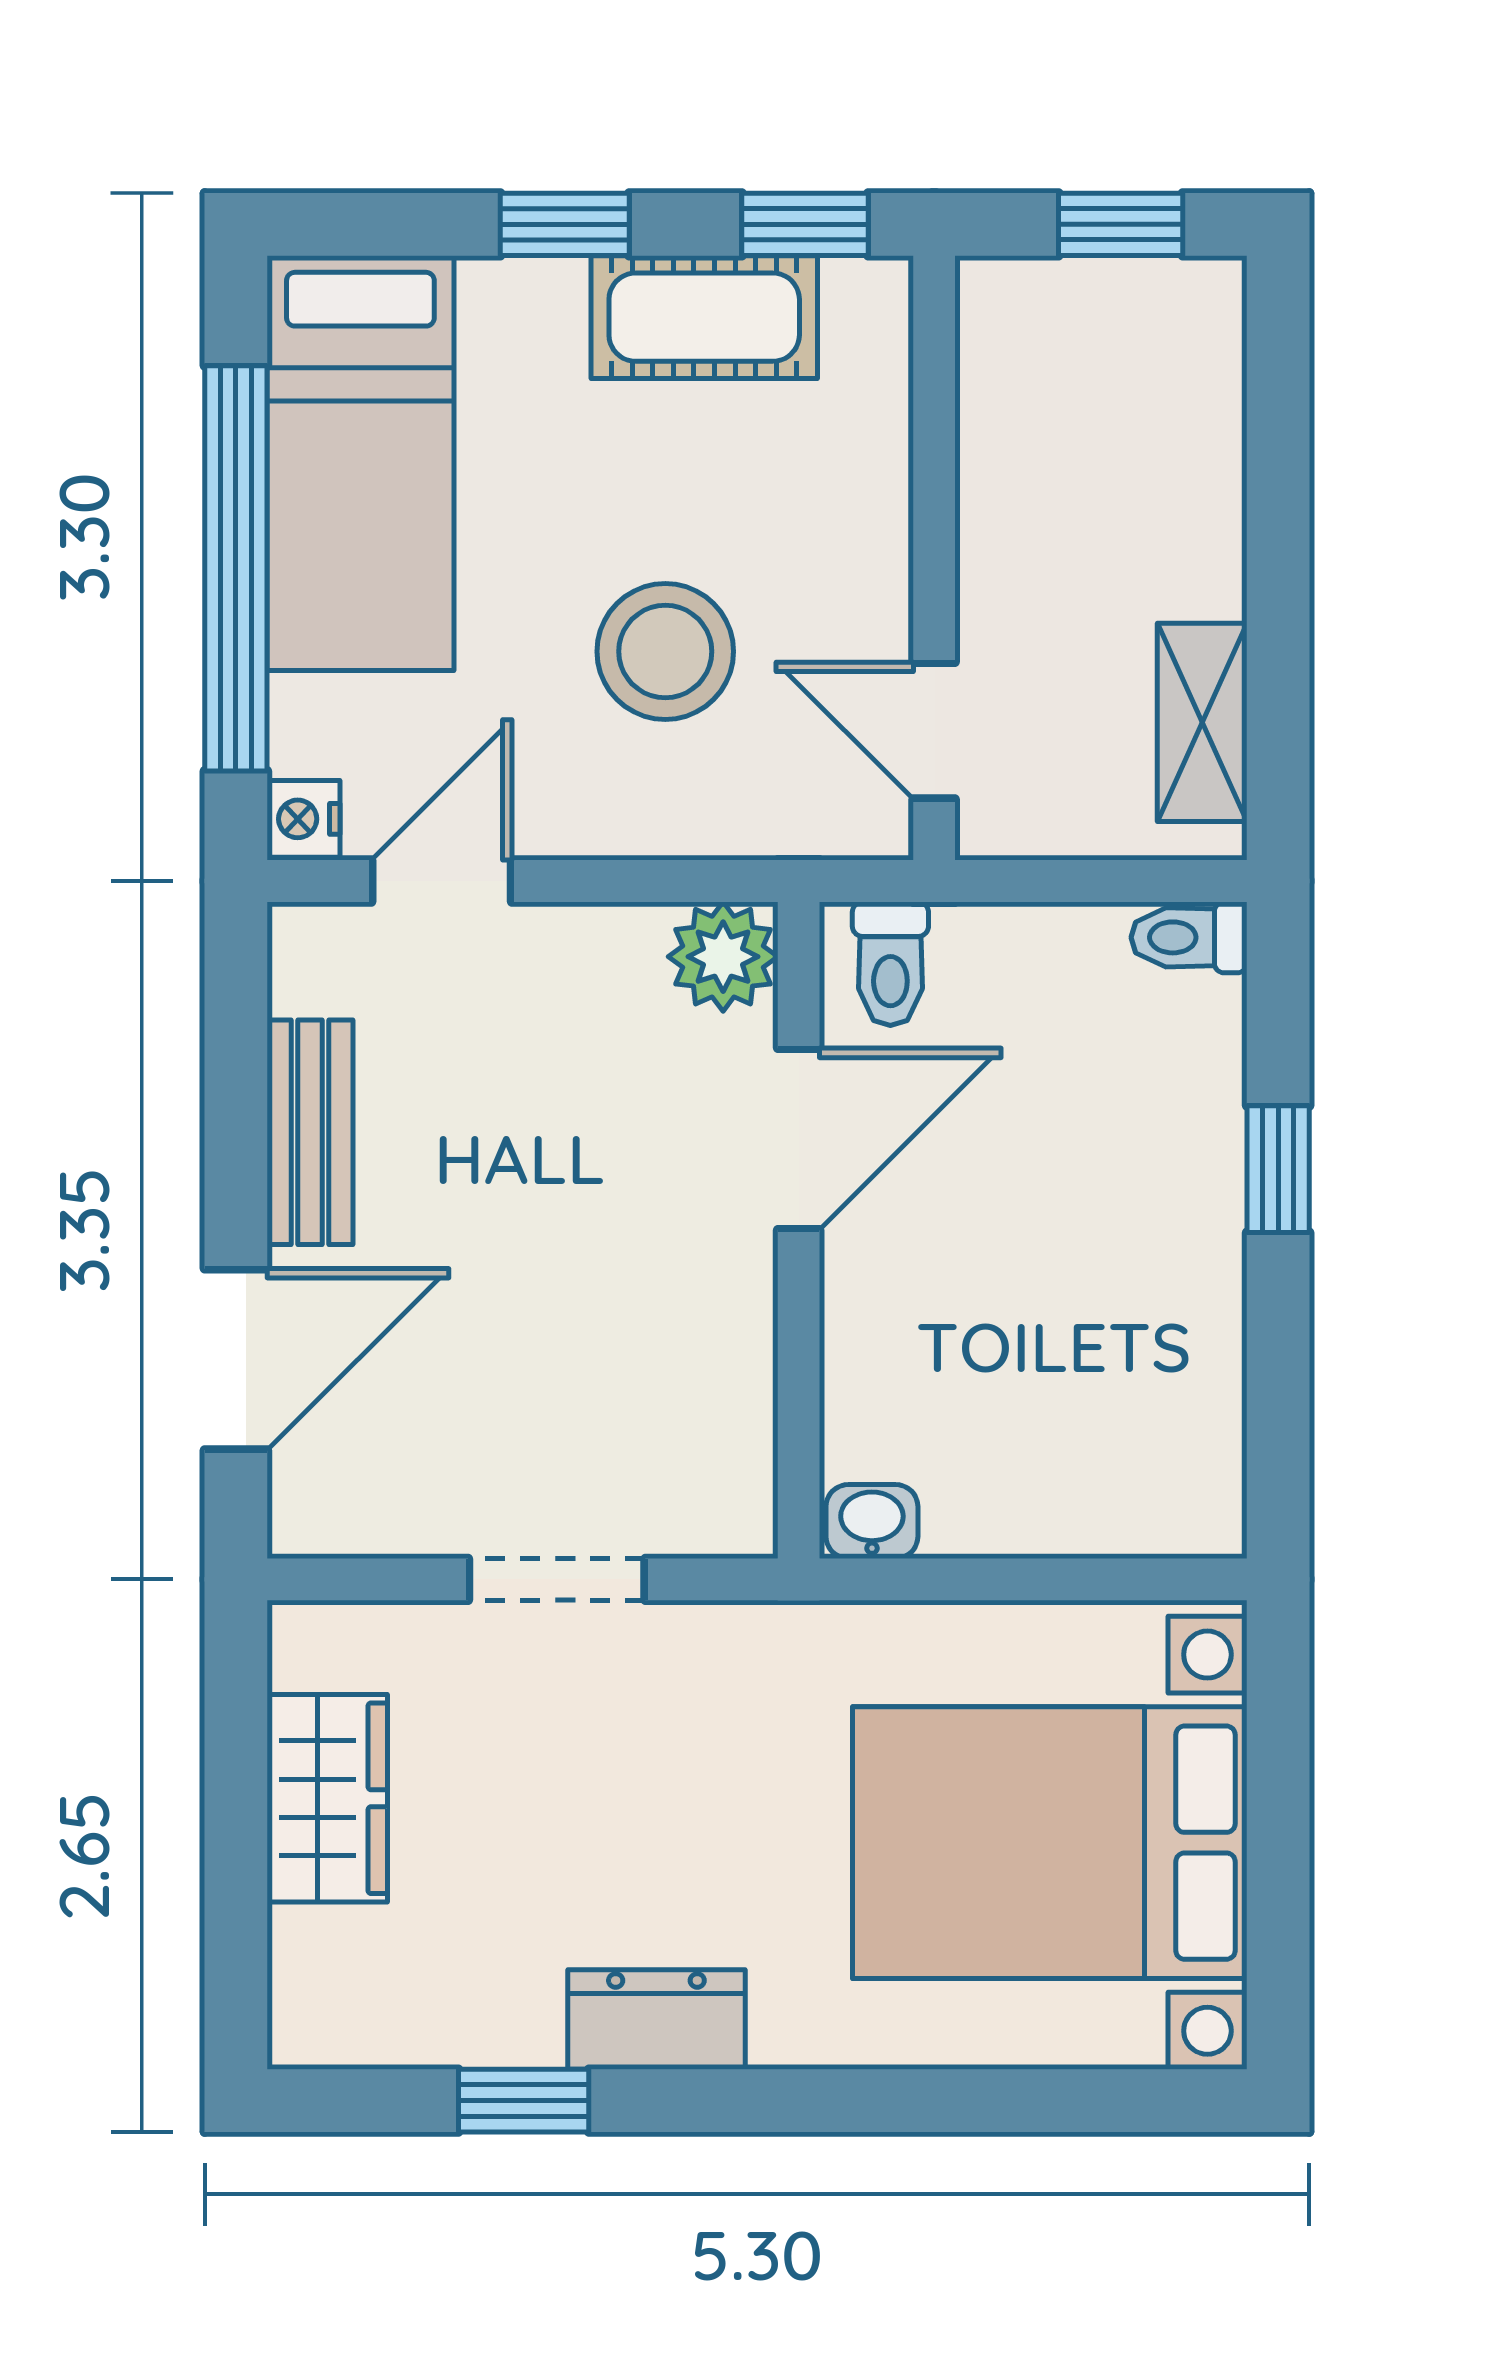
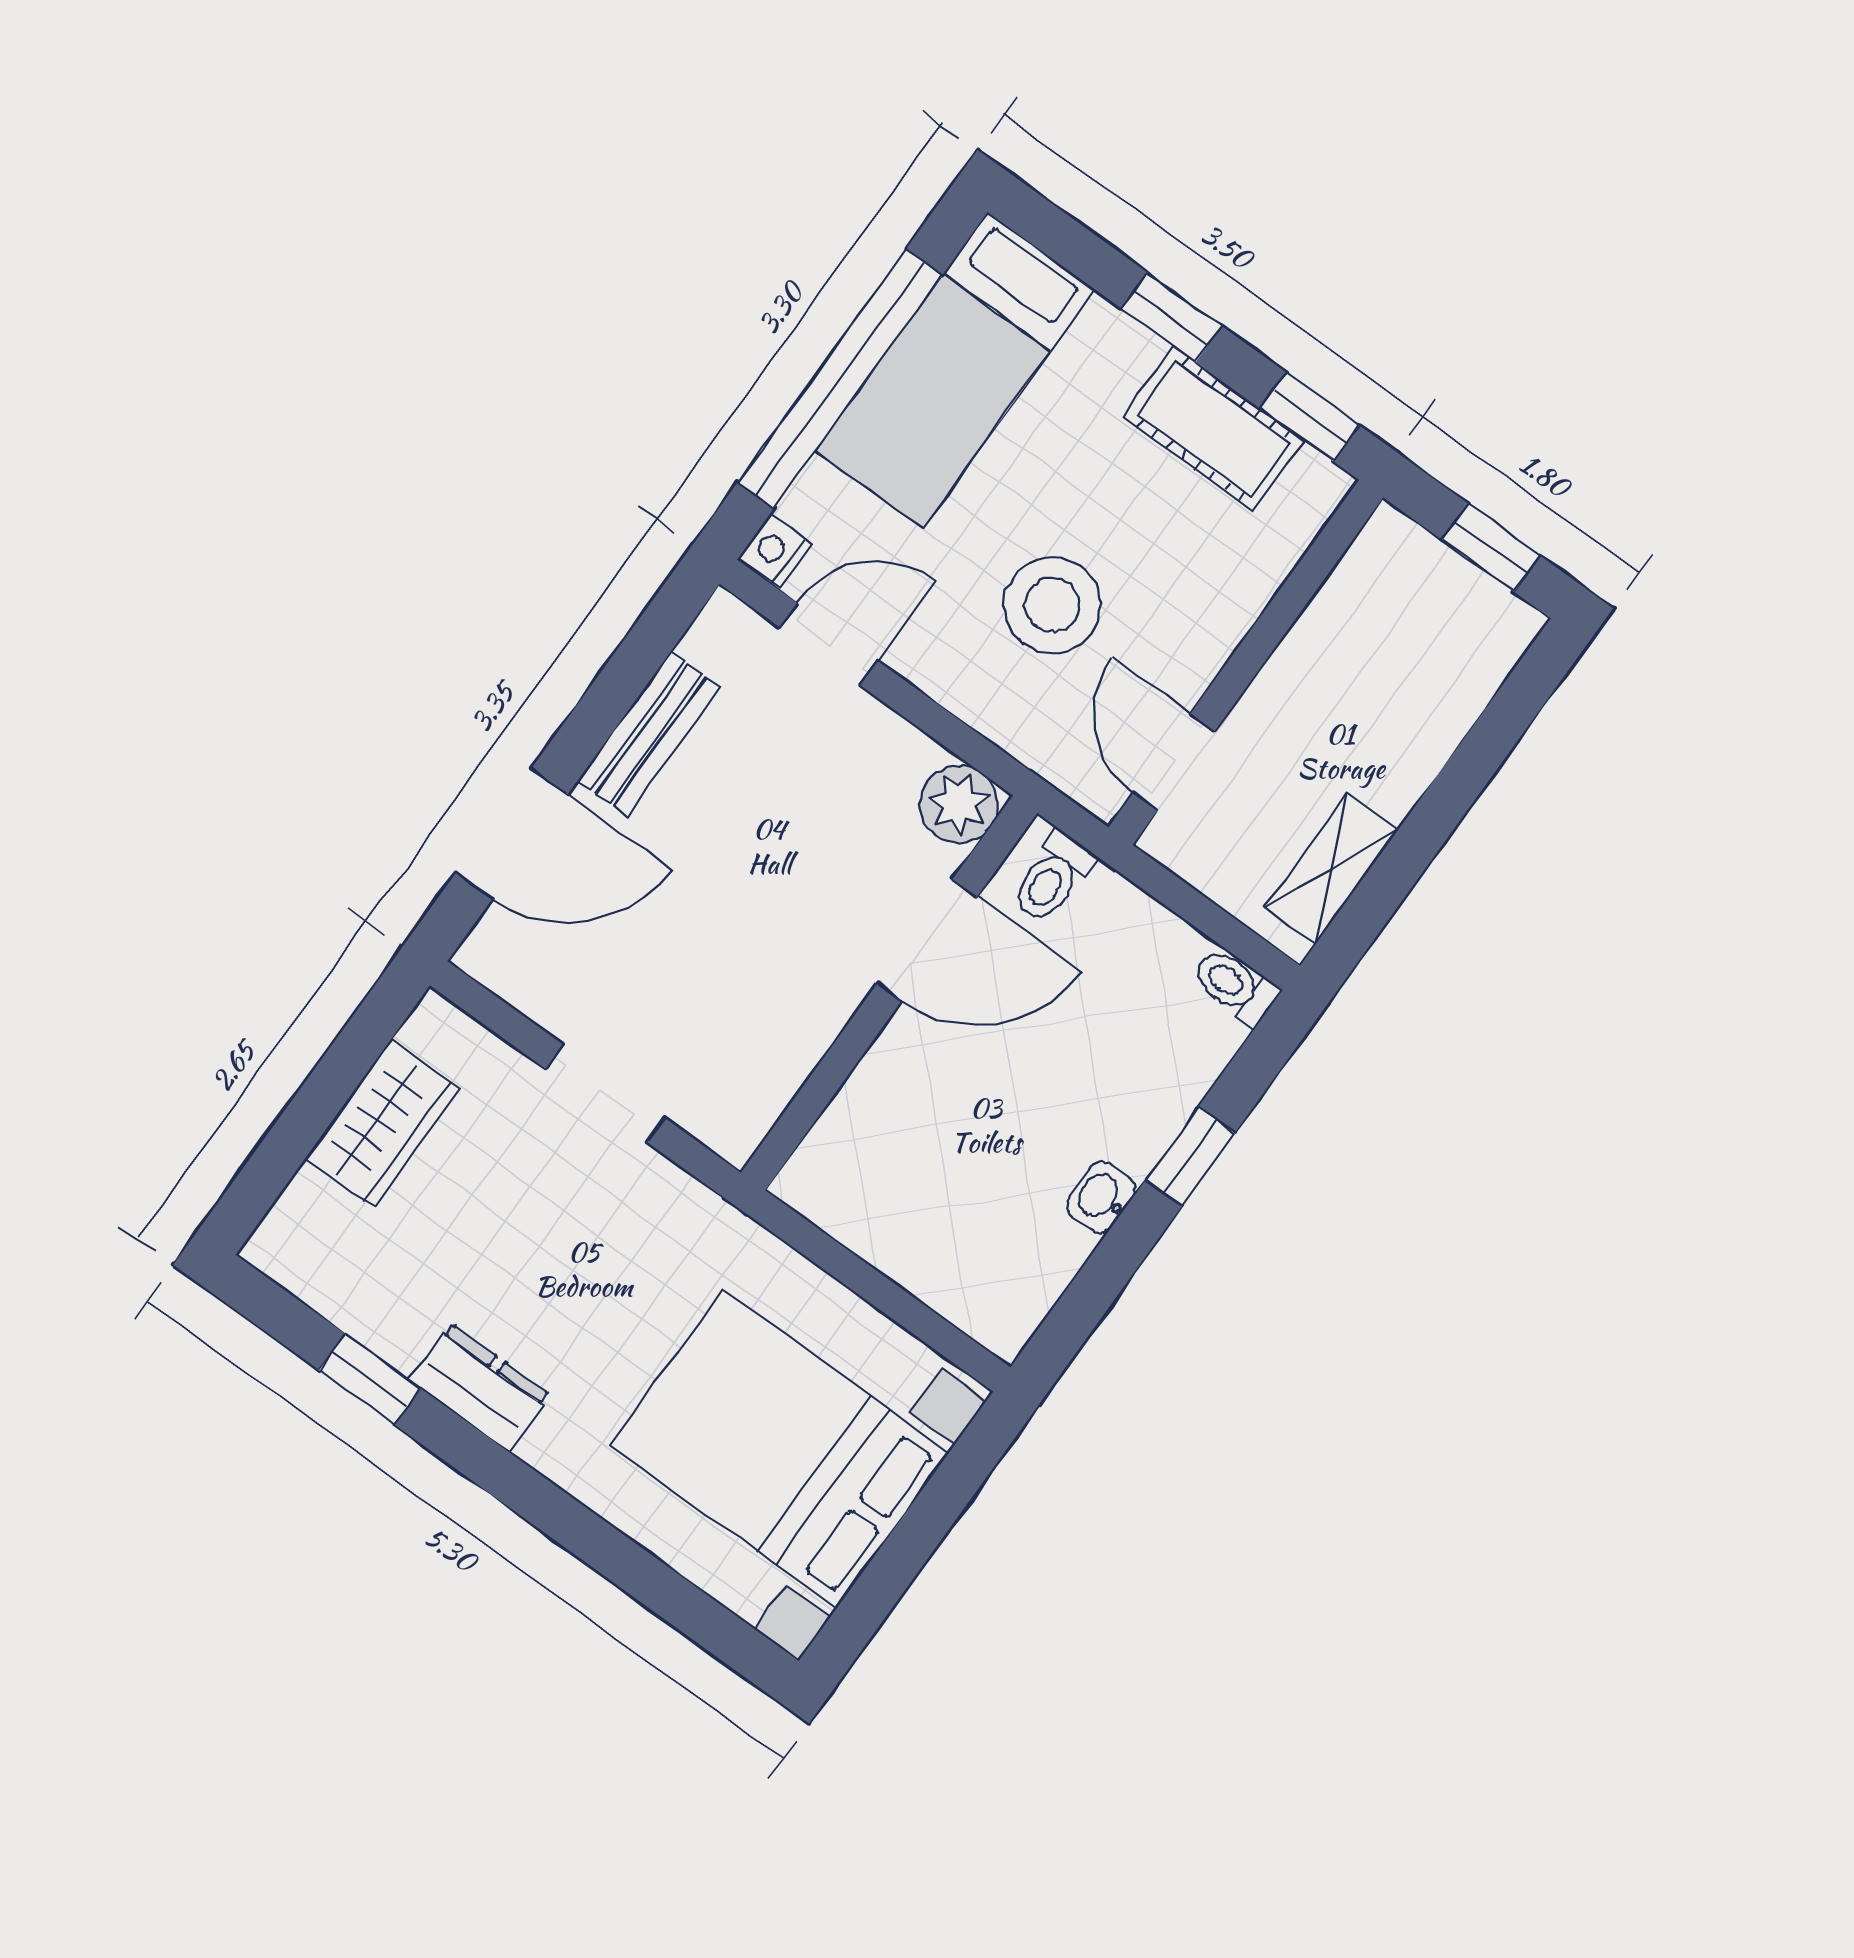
washbasin: (872, 1522) -> (1101, 1197), moved, turned -90

